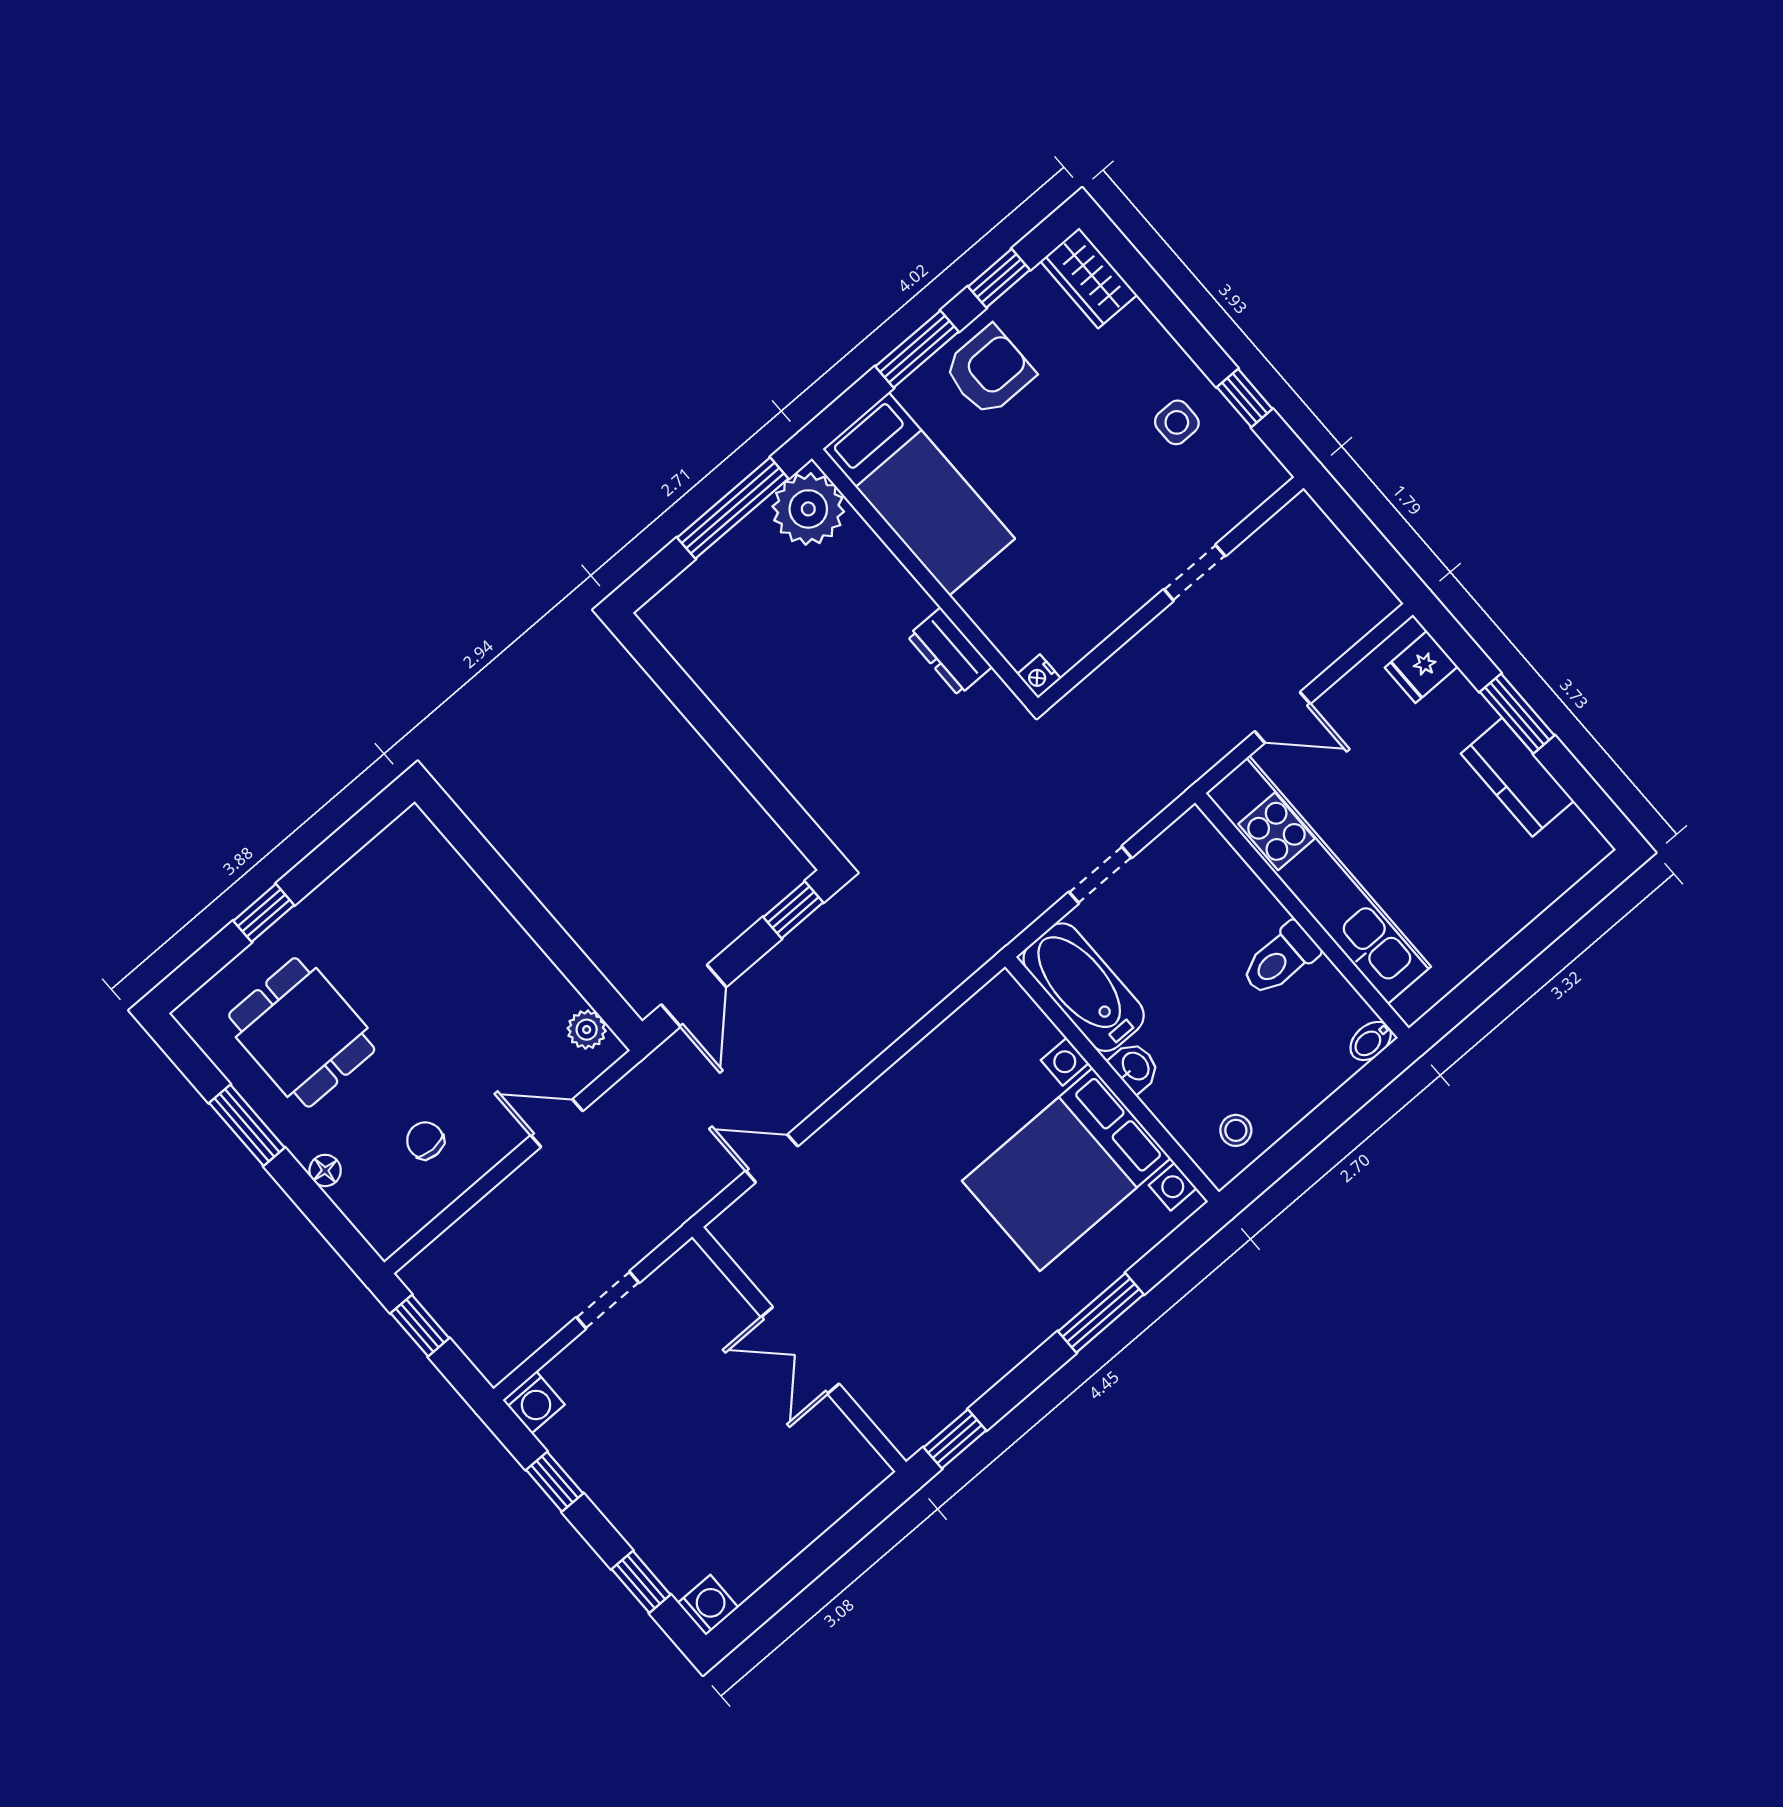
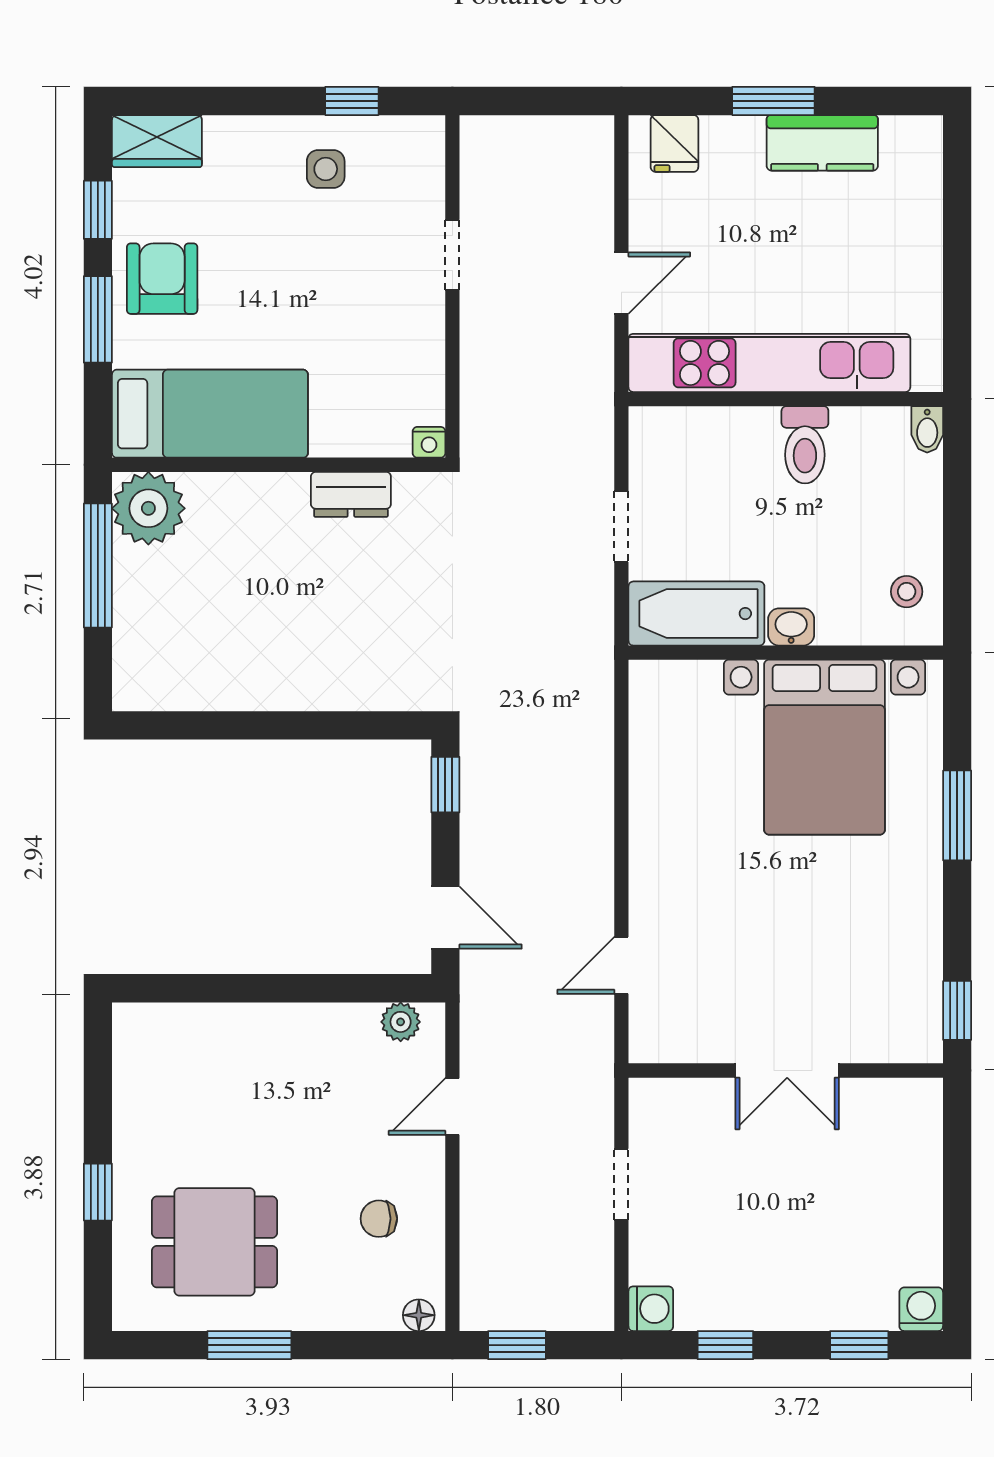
floor lamp: (325, 1170) -> (419, 1315), moved

